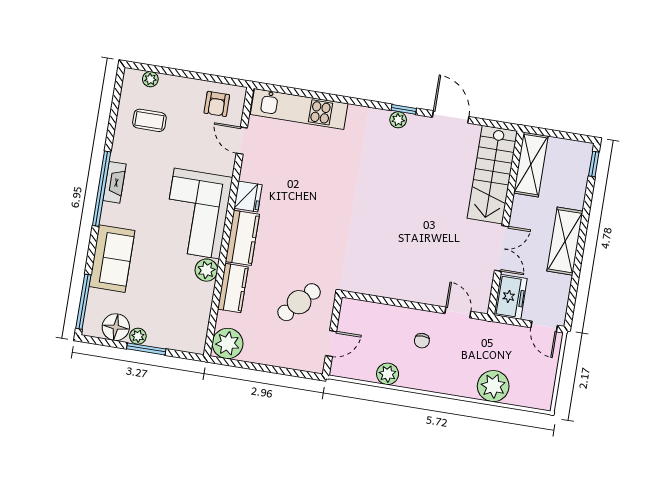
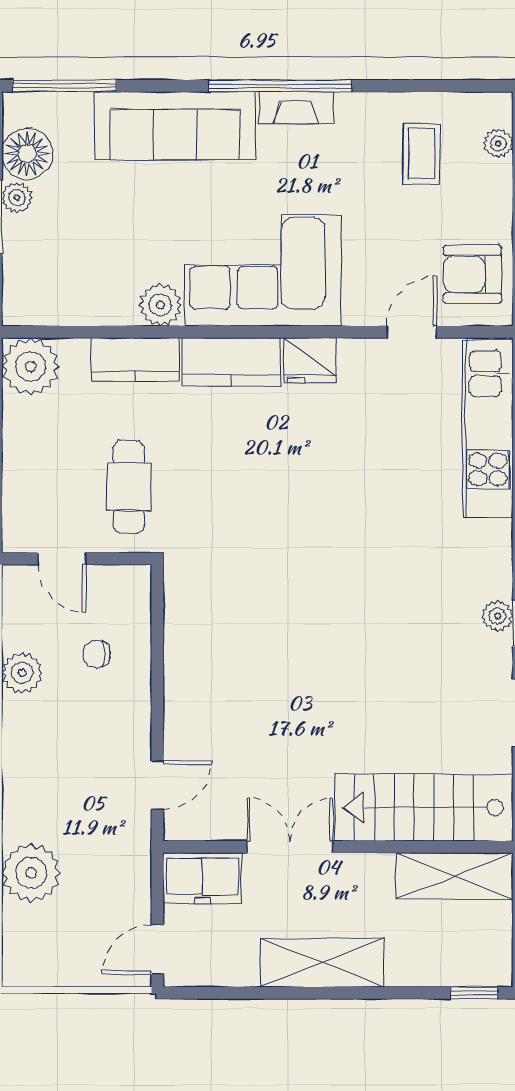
armchair: (217, 104) -> (472, 274), width x1.38, depth x1.38
double door: (502, 248) -> (290, 847), swing flipped
sofa: (112, 259) -> (175, 126), width x1.36
cafe table: (299, 302) -> (129, 487), turned 48
chair: (422, 341) -> (96, 654), moved

